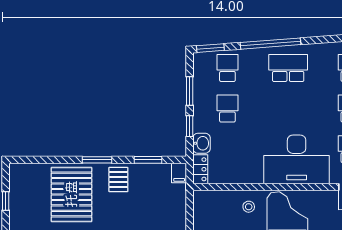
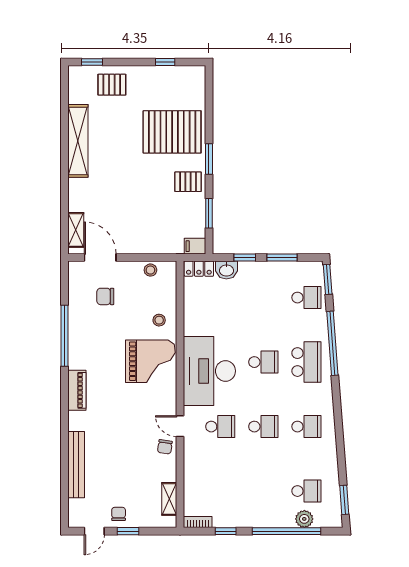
school desk: (227, 109) -> (263, 362), moved
stool: (202, 215) -> (150, 270), added

